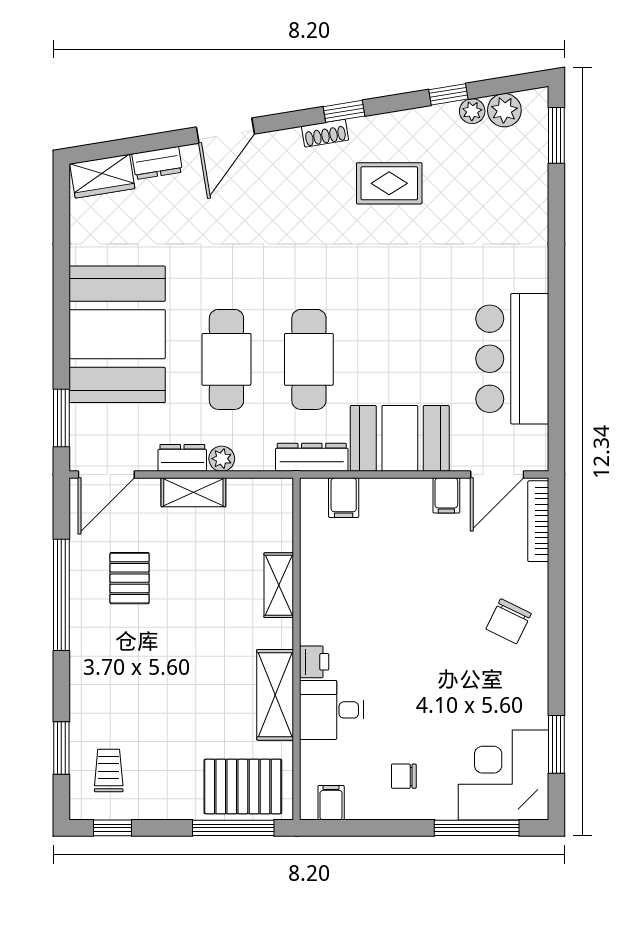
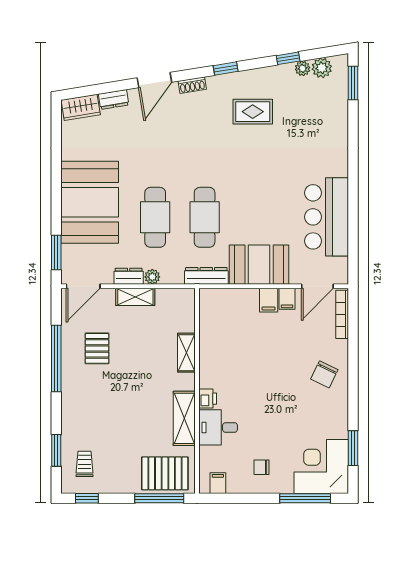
shoe rack: (325, 133) -> (192, 85), moved
filing cabinet: (344, 498) -> (269, 300), moved

